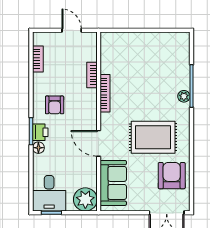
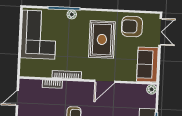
corner sofa: (156, 54) -> (39, 35), added
sofa: (113, 183) -> (147, 64), moved, turned -90
plant: (85, 199) -> (152, 89), width x0.53, depth x0.53

